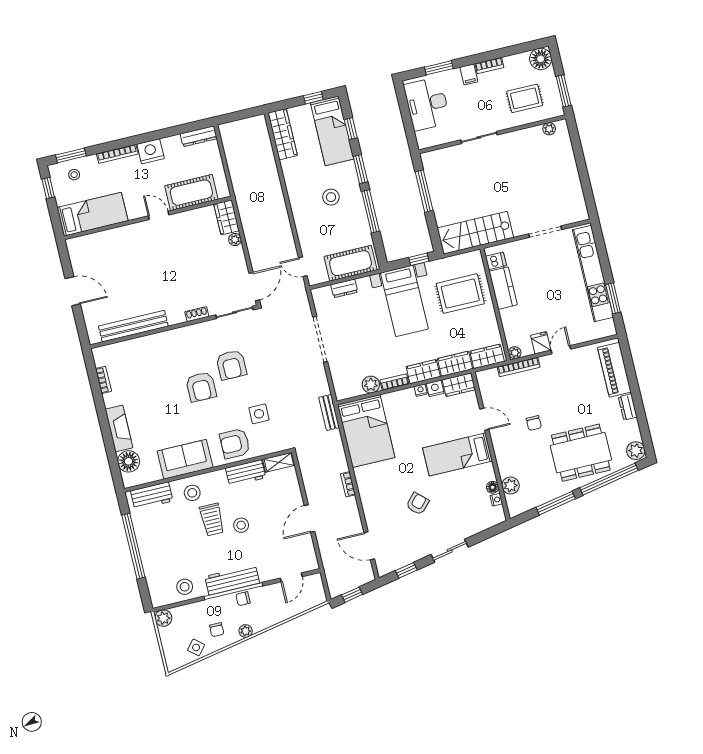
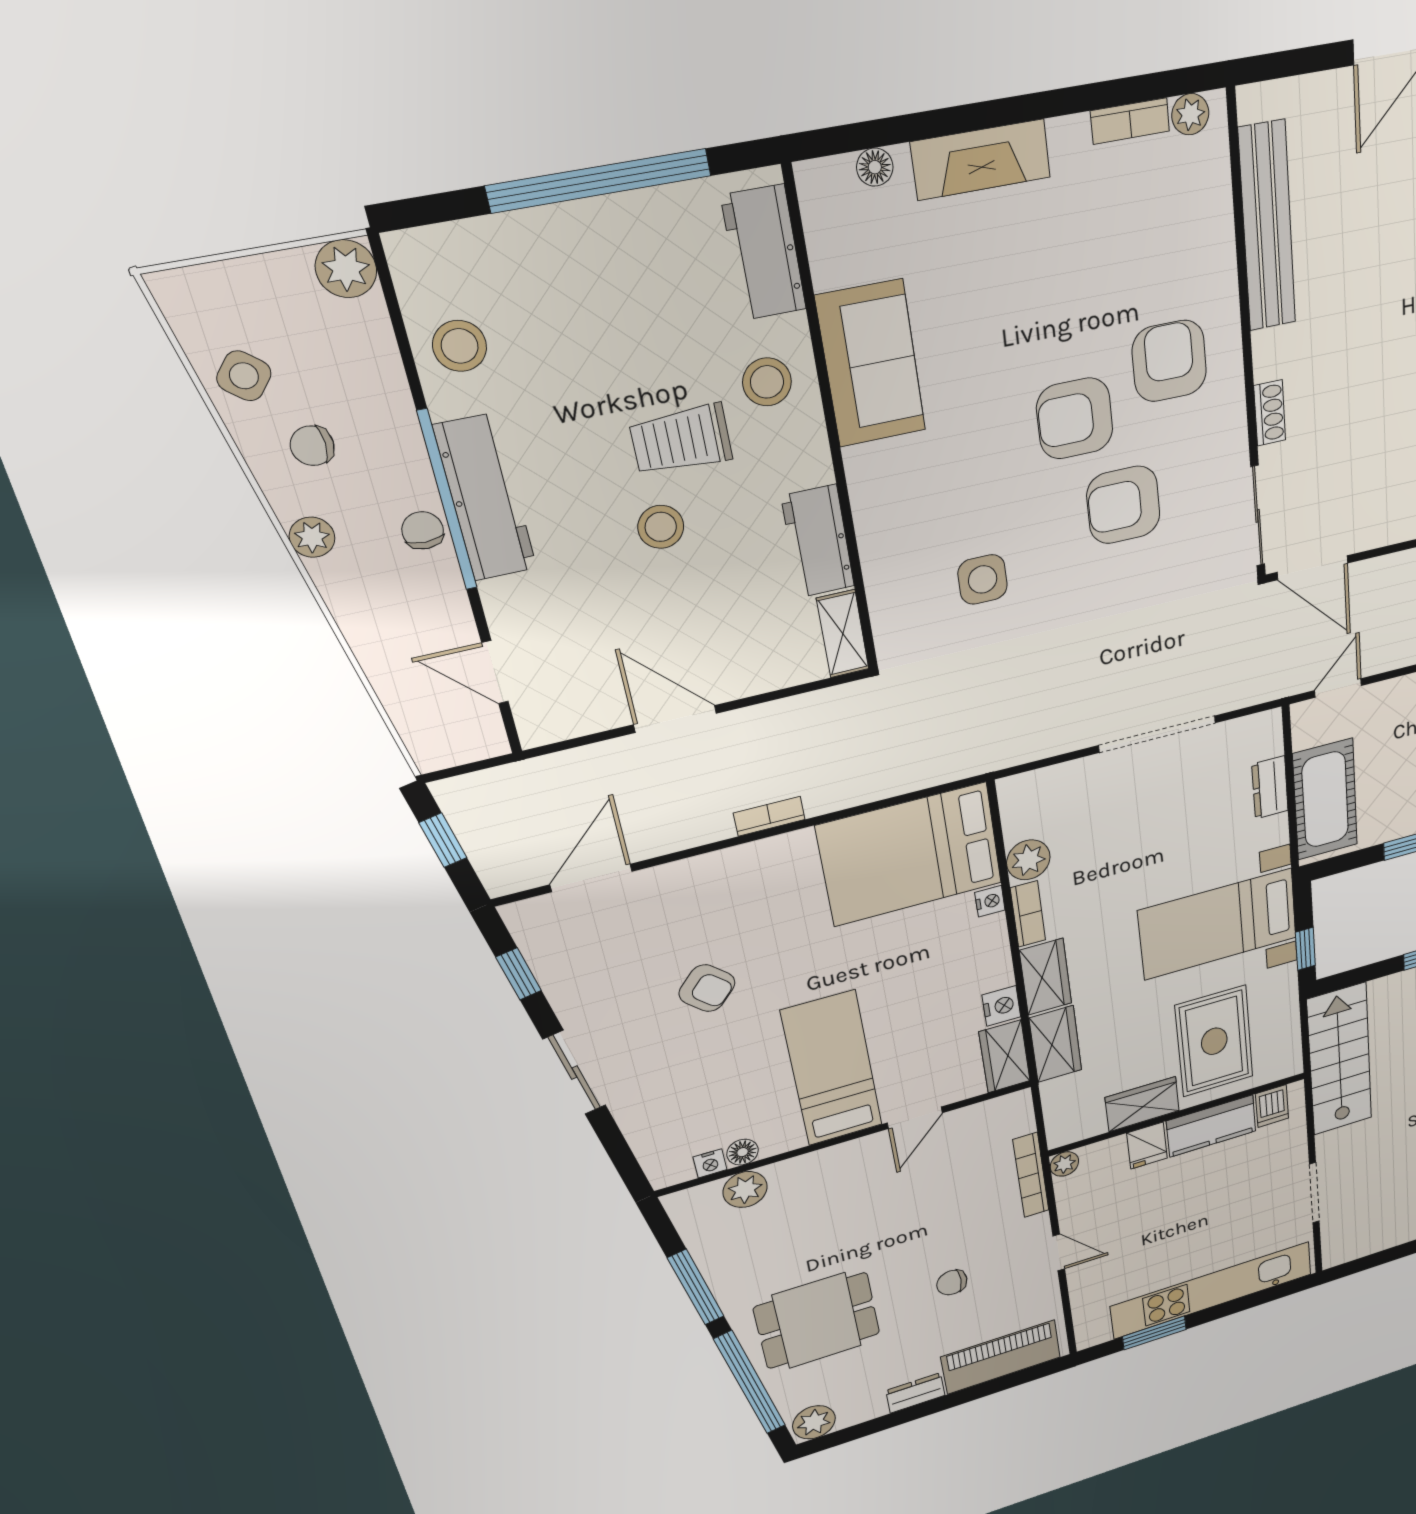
fridge: (541, 343) -> (1147, 1146), moved, turned 90
wardrobe: (487, 356) -> (1142, 1104), moved, turned -90
plant: (100, 359) -> (1190, 114), added
nightstand: (421, 390) -> (990, 901), moved
bench: (329, 412) -> (968, 762), removed
chair: (534, 423) -> (952, 1282), moved
armchair: (235, 443) -> (1169, 361), moved
dining table: (581, 453) -> (817, 1321), width x0.73
floor lamp: (129, 461) -> (875, 167), width x0.53, depth x0.53

